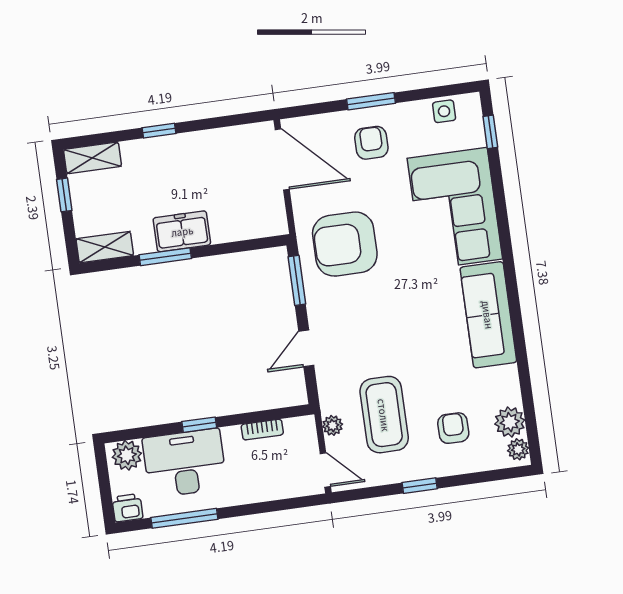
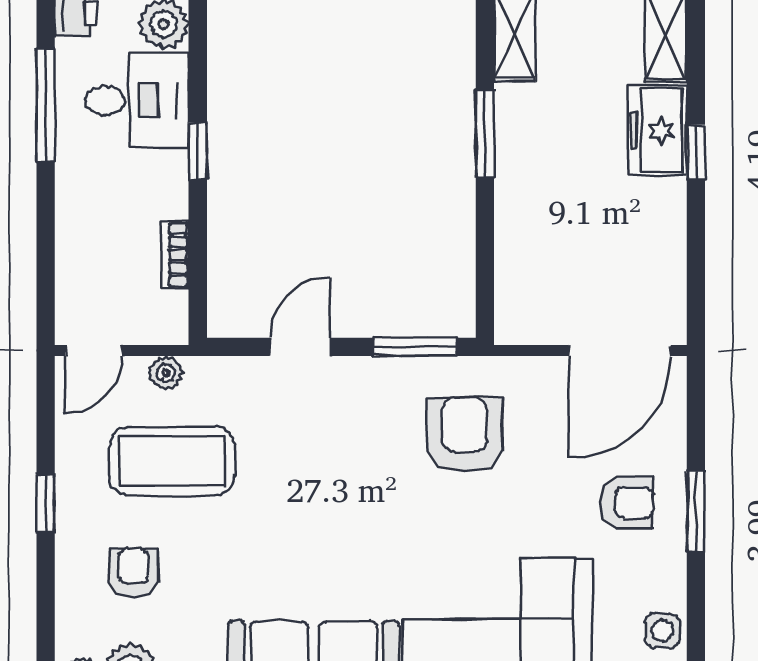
freezer: (182, 231) -> (658, 131), moved, turned 180
armchair: (345, 244) -> (464, 435), width x0.73, depth x0.73
door: (306, 348) -> (300, 347), hinge flipped
armchair: (453, 428) -> (133, 573), turned -90
desk: (185, 463) -> (137, 100), width x0.73

